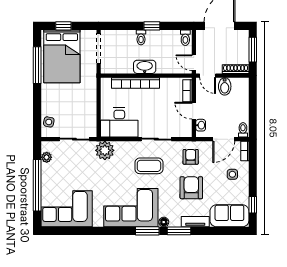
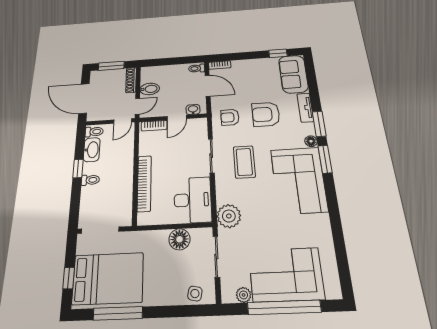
washbasin: (145, 67) -> (92, 150), moved, turned 180
floor lamp: (89, 111) -> (179, 239), added
side table: (232, 174) -> (246, 75), removed
corner sofa: (67, 209) -> (286, 275), moved, turned 90

